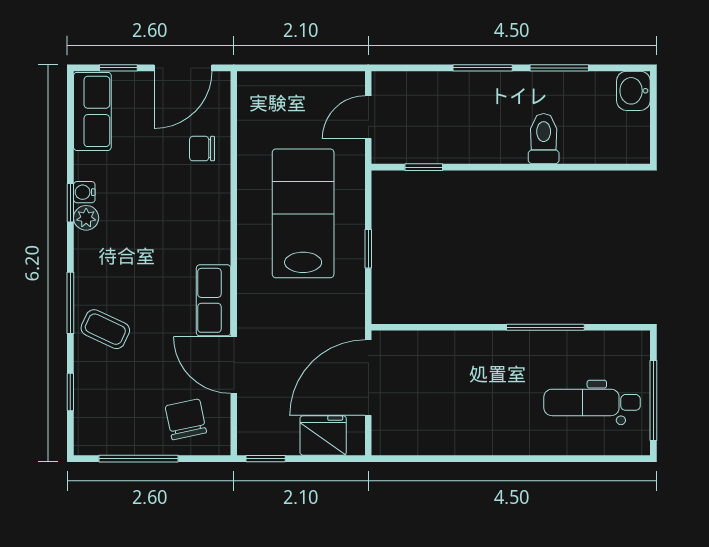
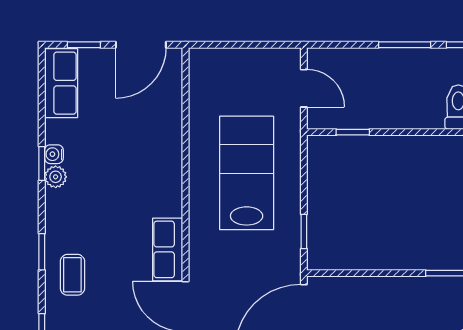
door: (368, 117) -> (304, 88), swing flipped
chair: (202, 149) -> (158, 116), removed
window: (368, 249) -> (304, 232), moved
window: (70, 303) -> (42, 252), width x0.67
coffee table: (105, 329) -> (72, 275), turned 65

